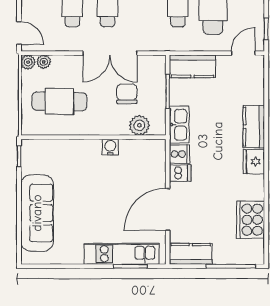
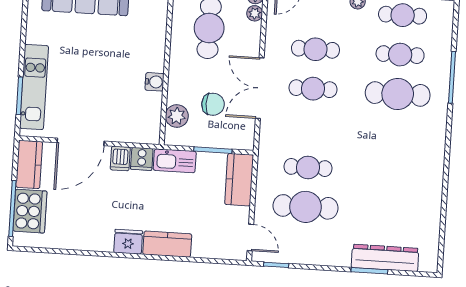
door: (168, 209) -> (81, 142), swing flipped
cooker: (251, 220) -> (30, 211), moved, turned 90

